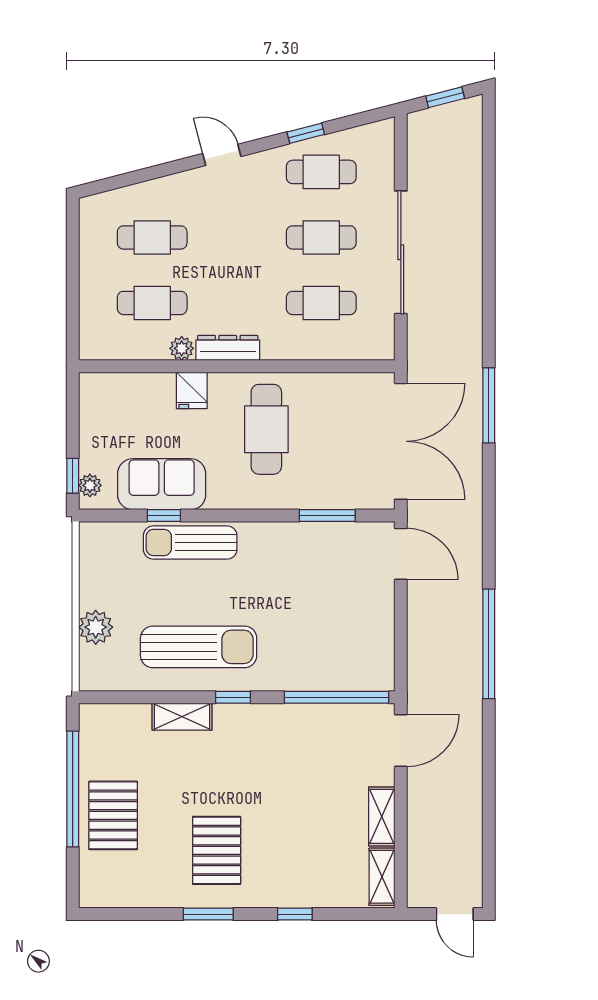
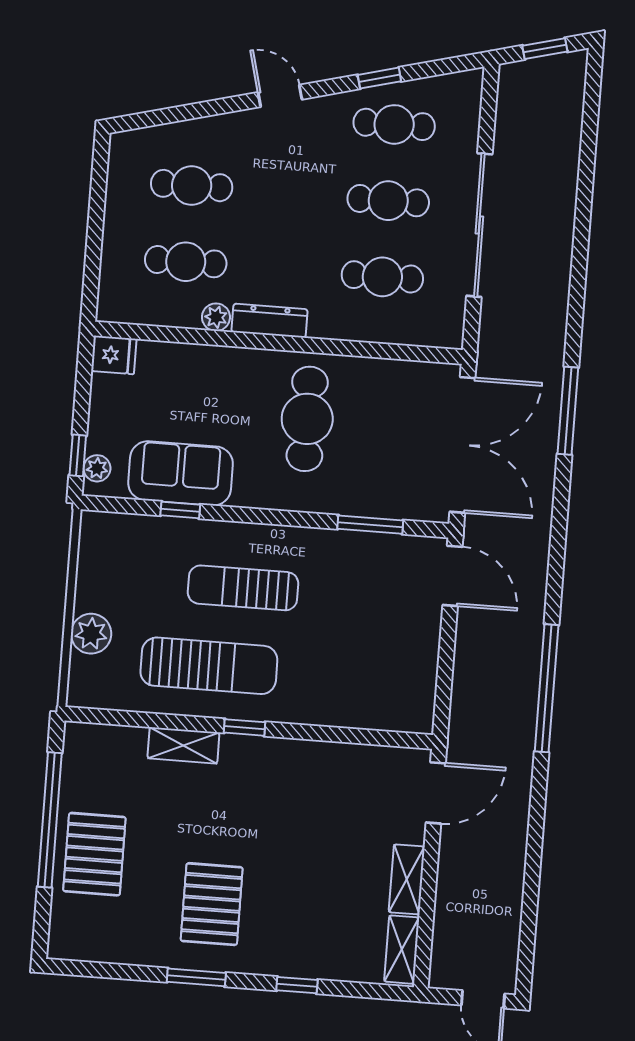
fridge: (192, 390) -> (114, 355), moved, turned -90
sun lounger: (190, 543) -> (243, 588), moved
window: (337, 697) -> (365, 737), removed

